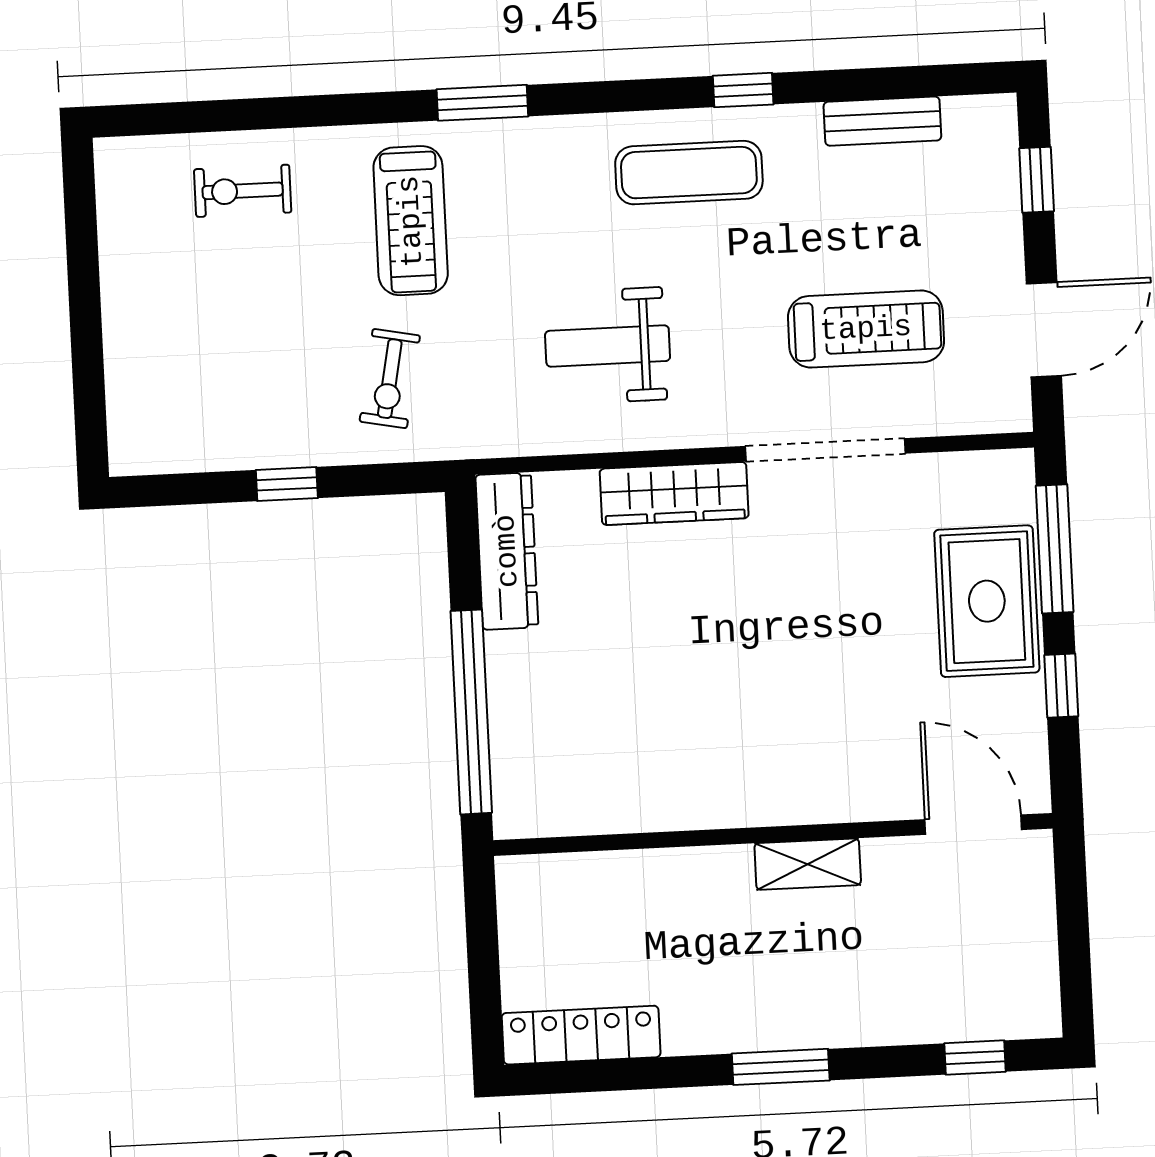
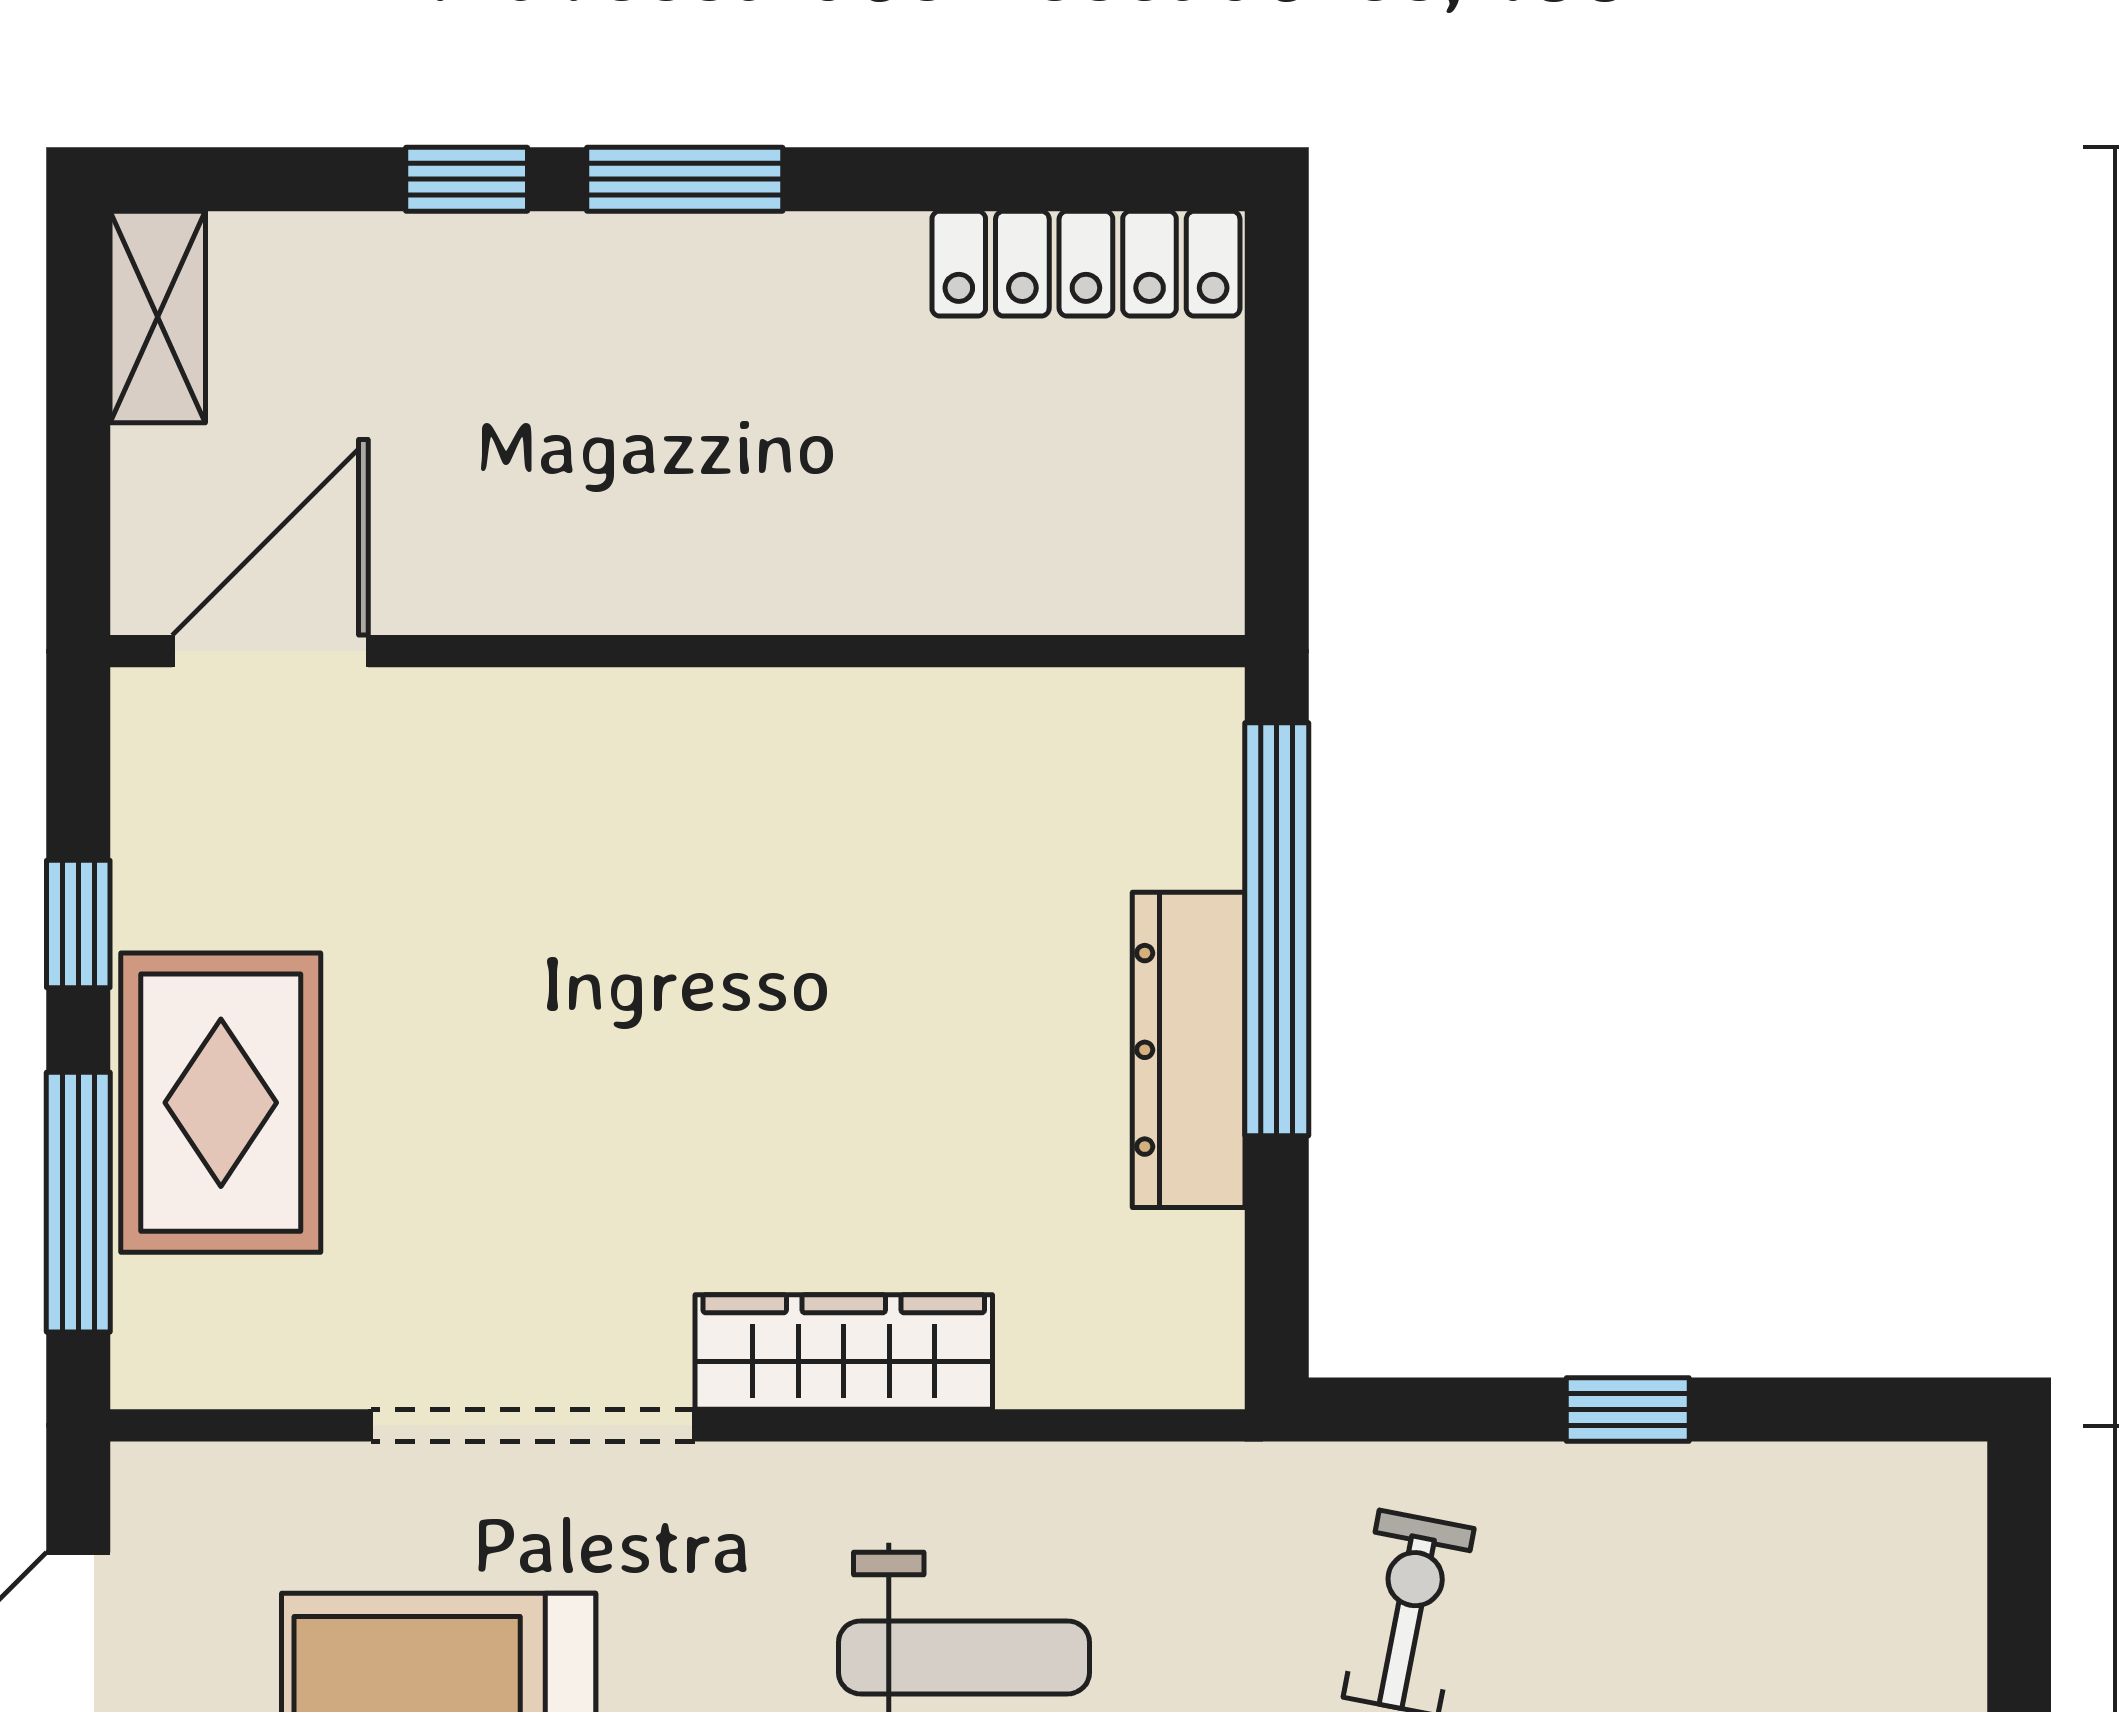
dresser: (507, 551) -> (1189, 1050), moved
door: (973, 825) -> (270, 651), swing flipped
shelving: (808, 864) -> (158, 317), moved, turned 90
window: (975, 1057) -> (467, 179), moved

